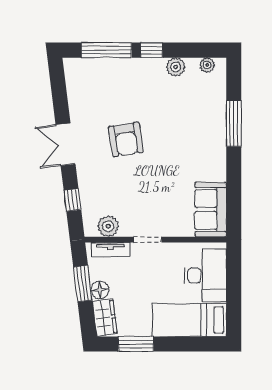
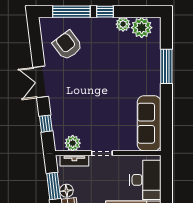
plant: (207, 65) -> (142, 28), width x1.88, depth x1.88
armchair: (126, 139) -> (67, 45), moved, turned 152
sofa: (211, 209) -> (149, 123), width x1.36

